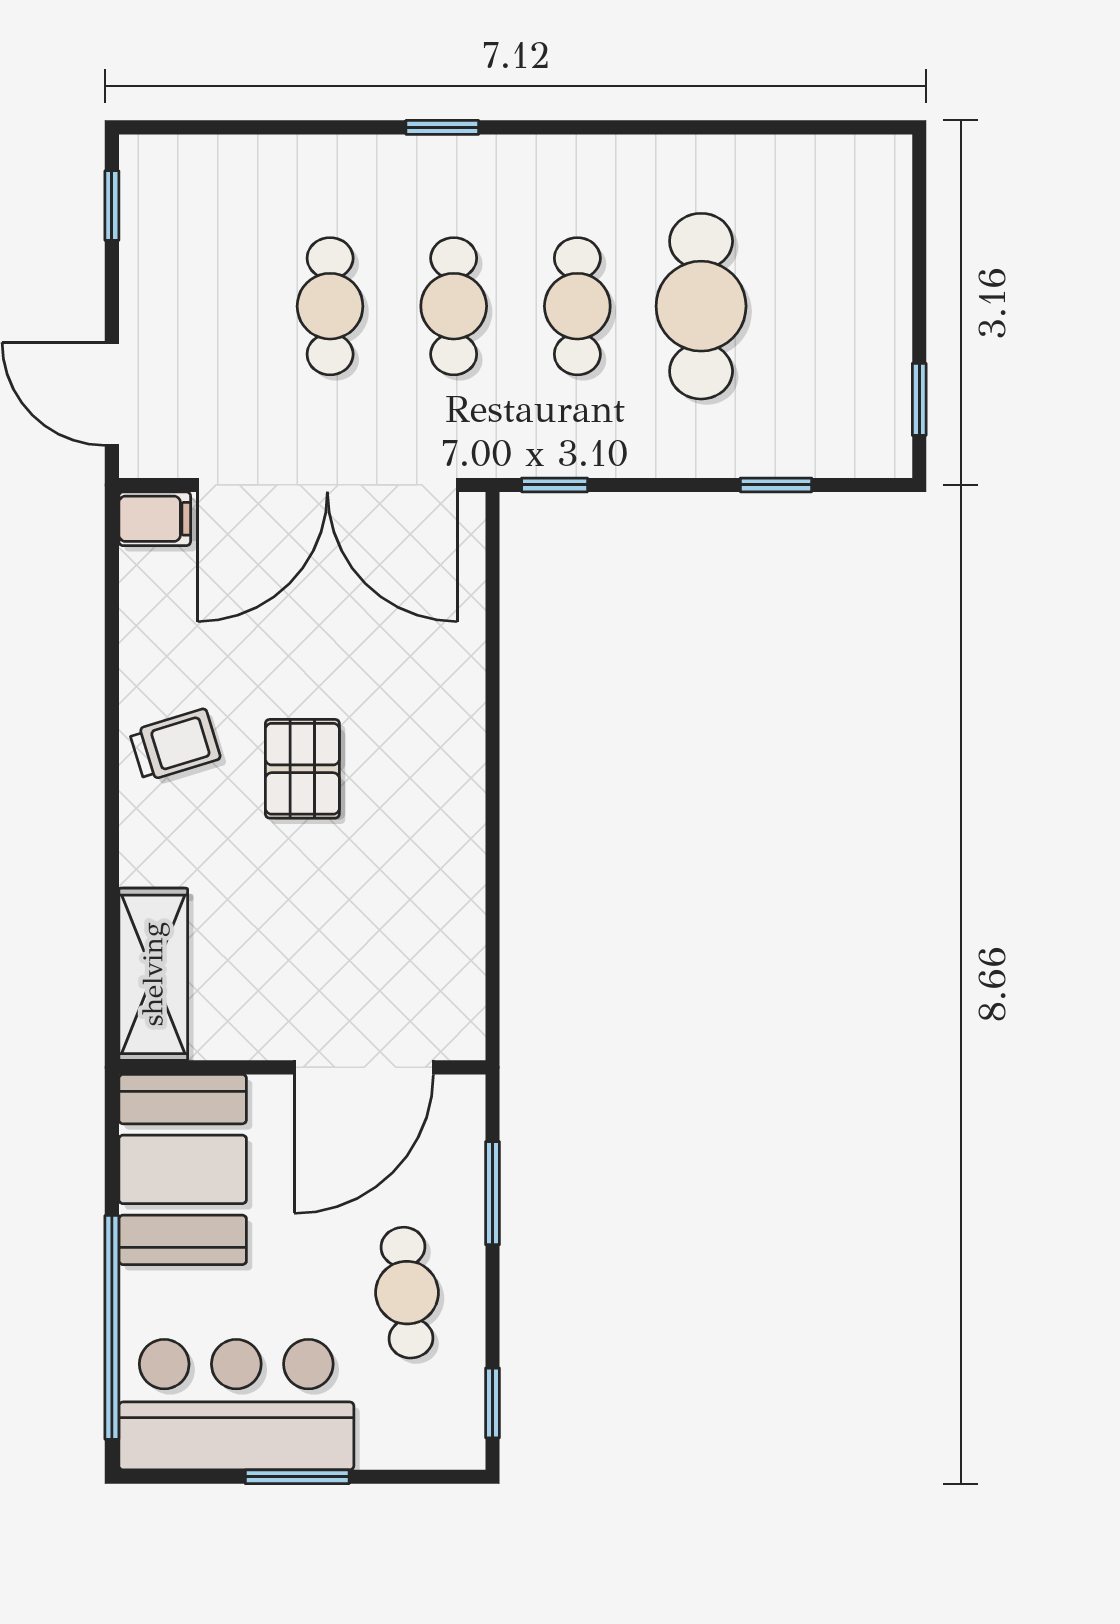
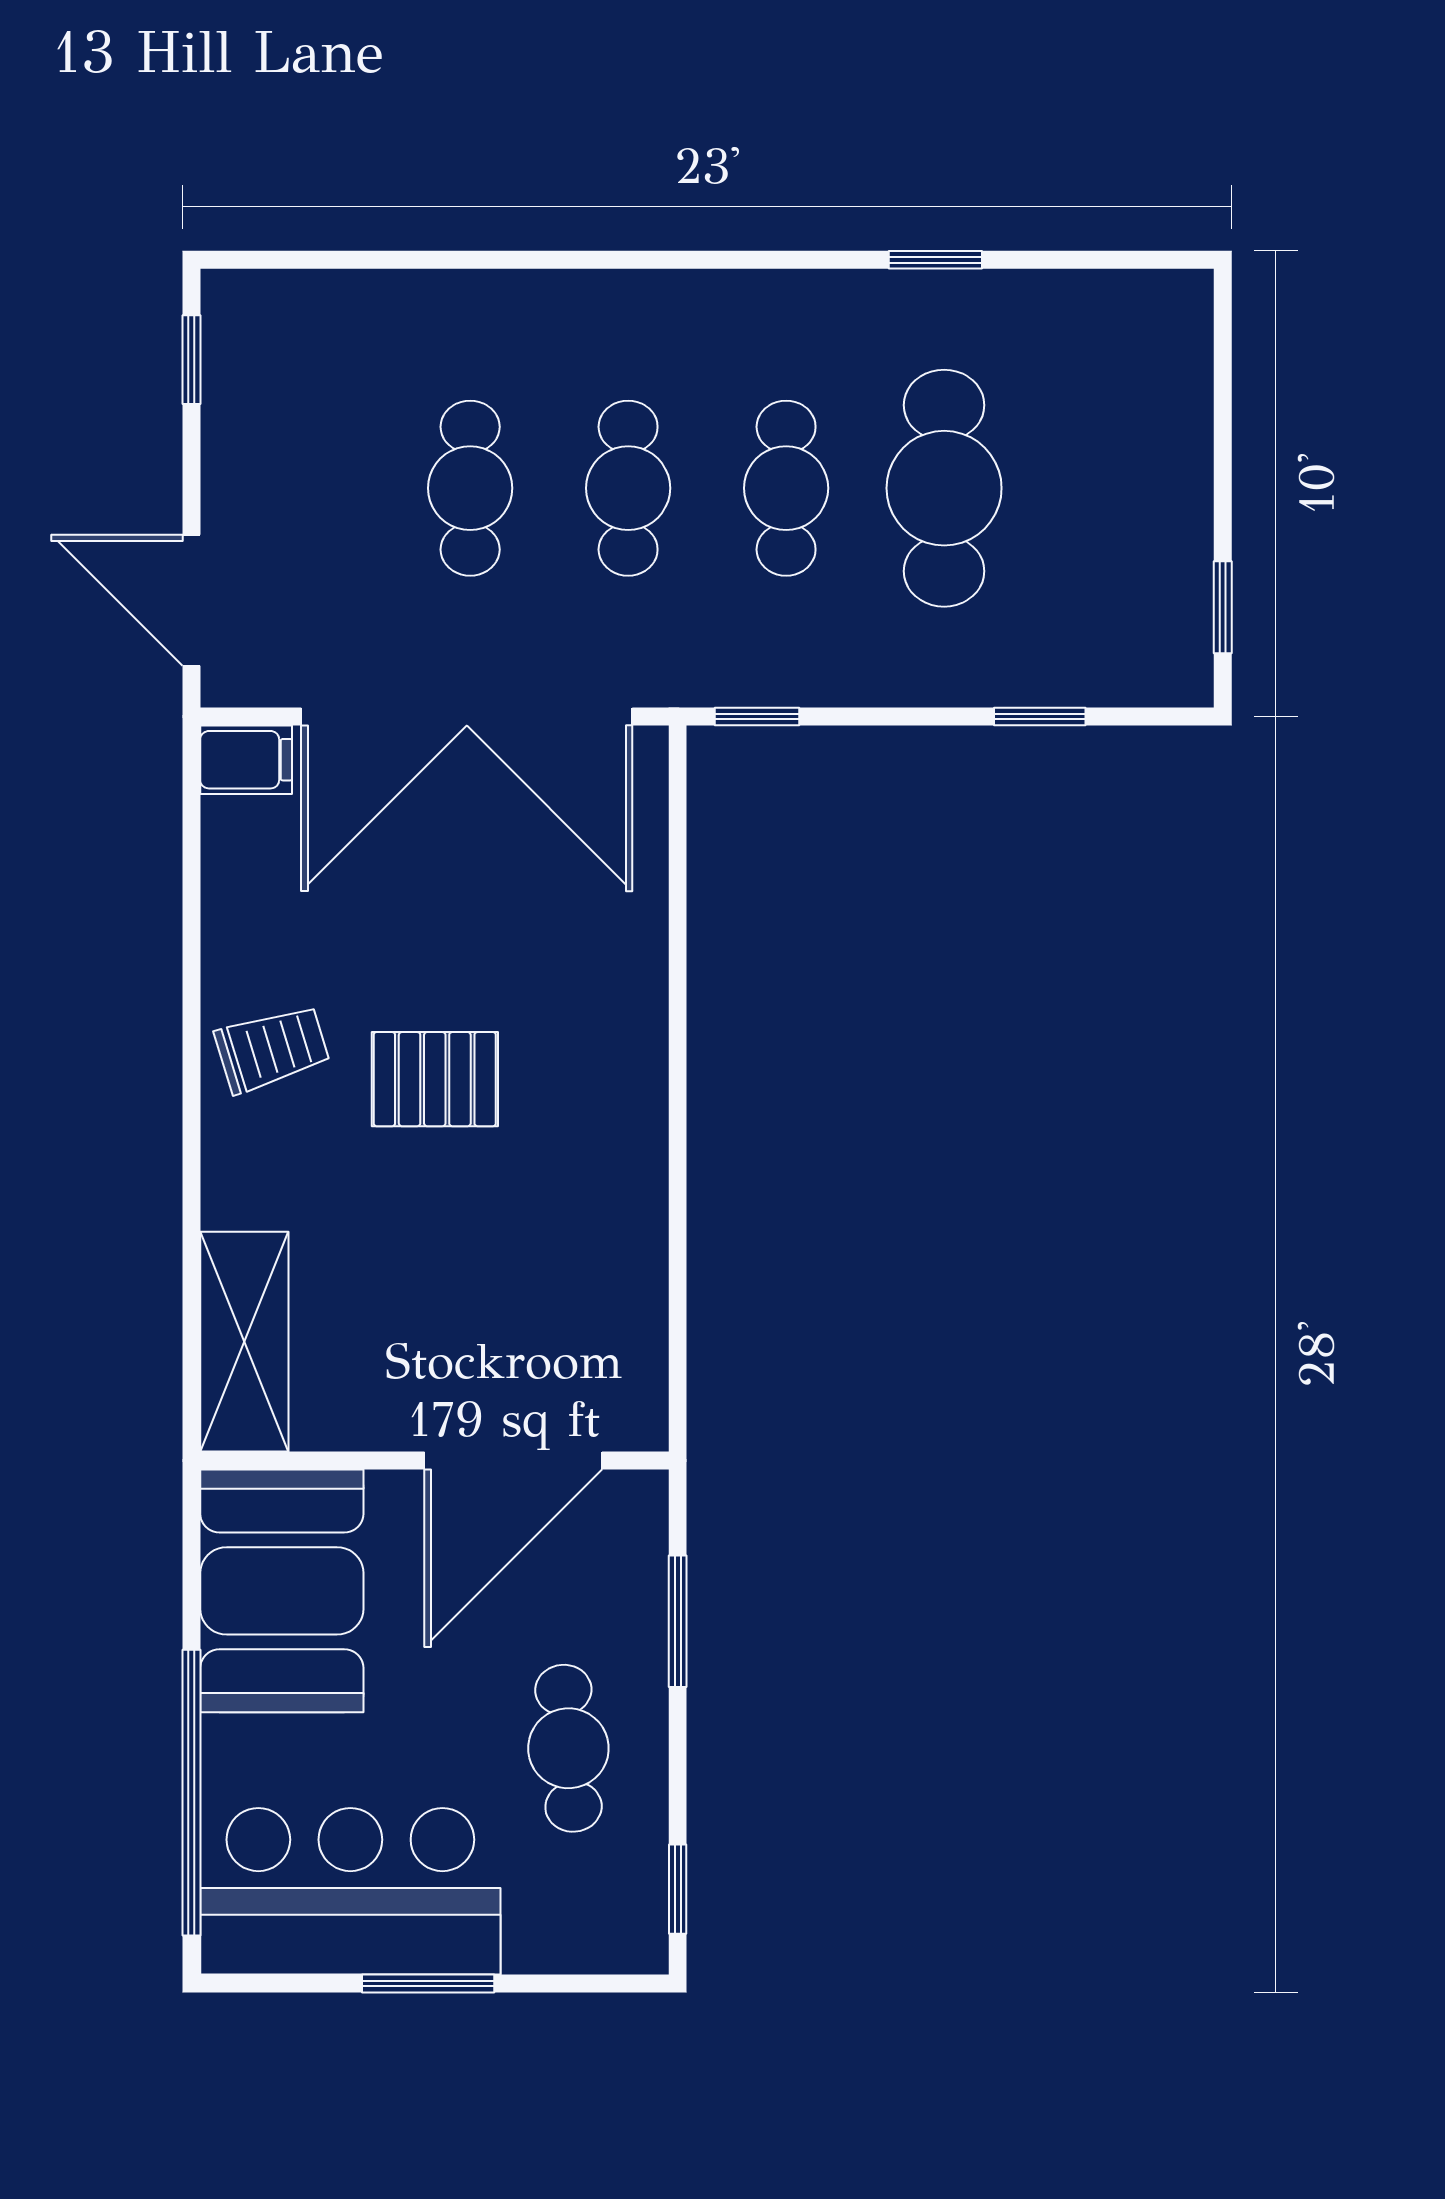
window: (442, 127) -> (935, 260), moved
pallet: (302, 769) -> (435, 1079), turned 90

